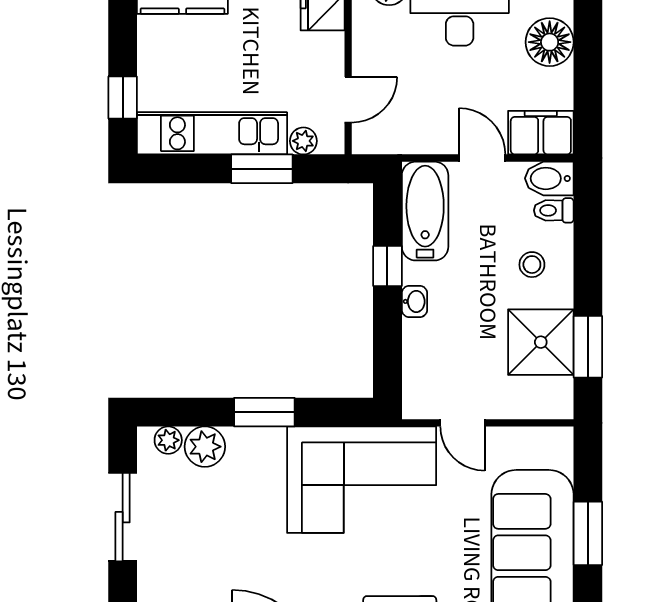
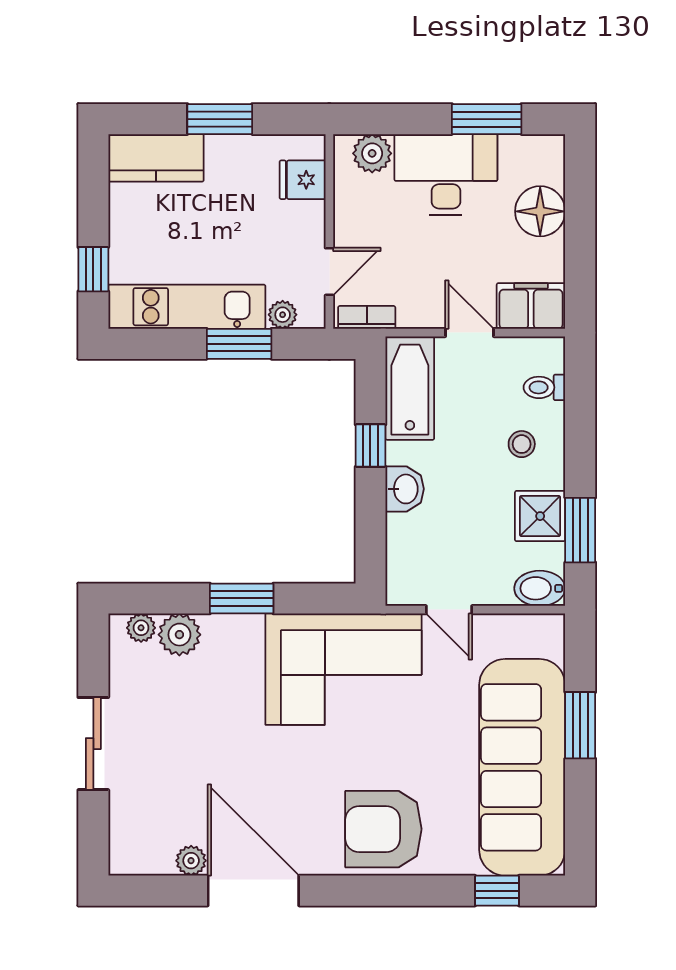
bookcase: (384, 144) -> (367, 317), added
bidet: (549, 178) -> (540, 588), moved
washbasin: (414, 301) -> (405, 489), width x1.38, depth x1.45
shower: (541, 342) -> (540, 516), width x0.73, depth x0.73
sliding door: (123, 517) -> (93, 744), moved

